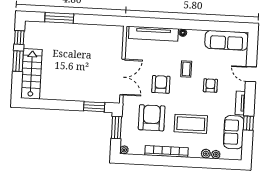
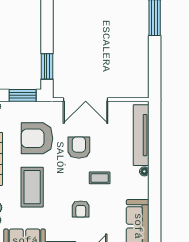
armchair: (161, 84) -> (79, 148), turned -90
armchair: (210, 86) -> (81, 209), turned 90
armchair: (152, 118) -> (37, 138), turned 180

